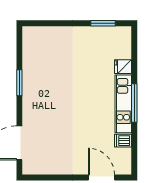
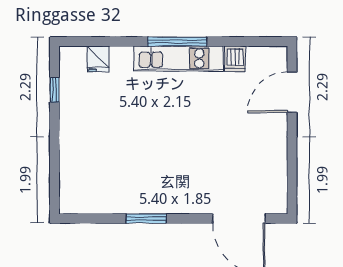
window: (103, 23) -> (54, 90), width x0.67
fridge: (123, 67) -> (98, 59), moved

